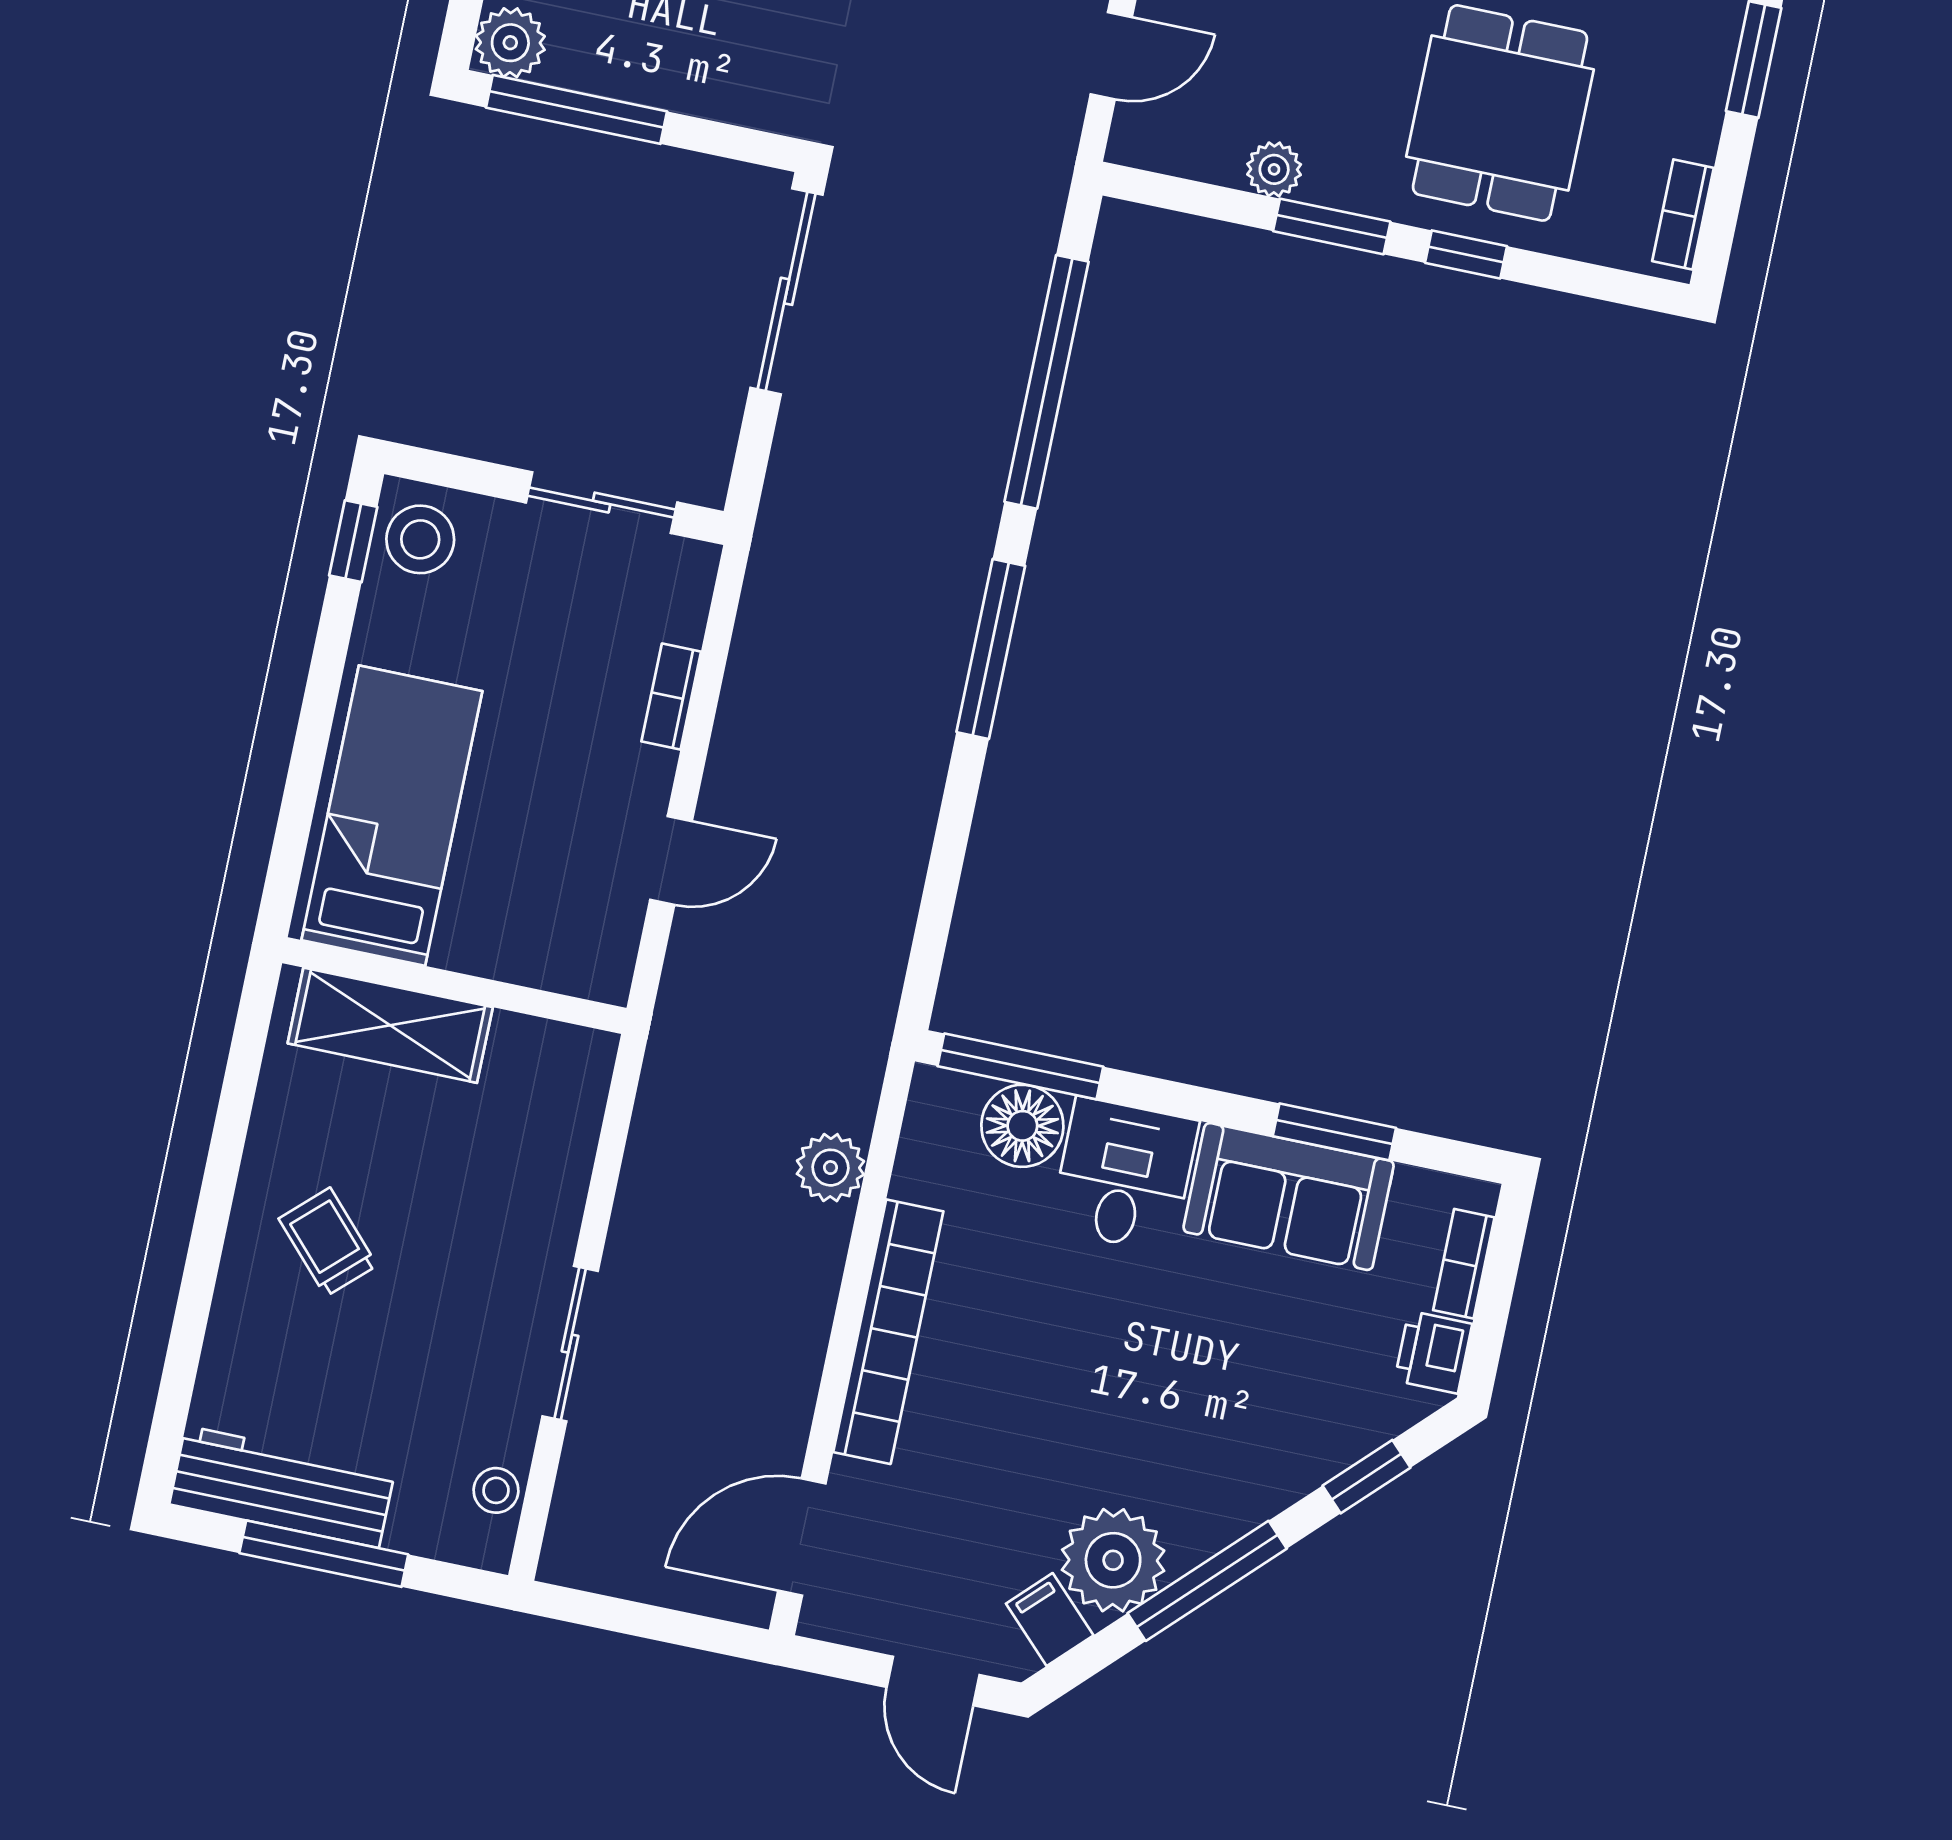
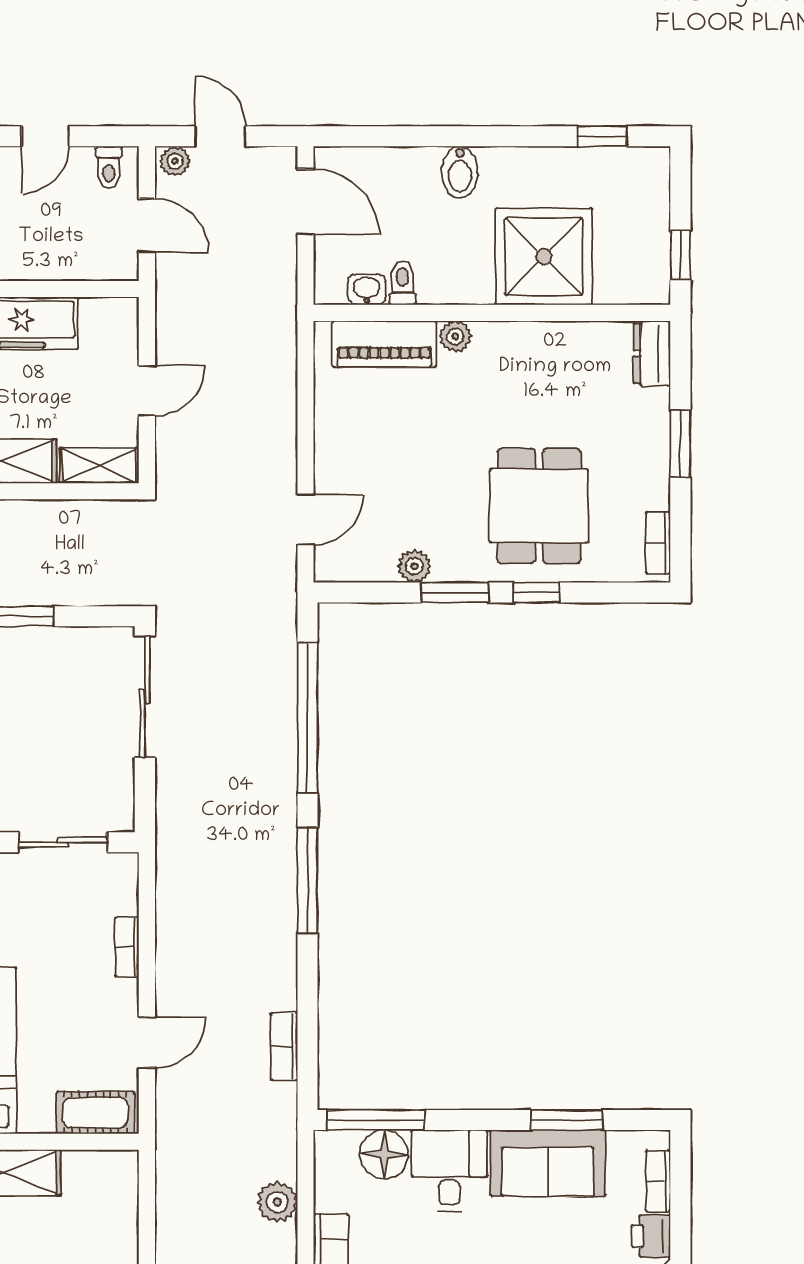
bookcase: (895, 914) -> (284, 1046), added
cot: (562, 958) -> (95, 1113), added

